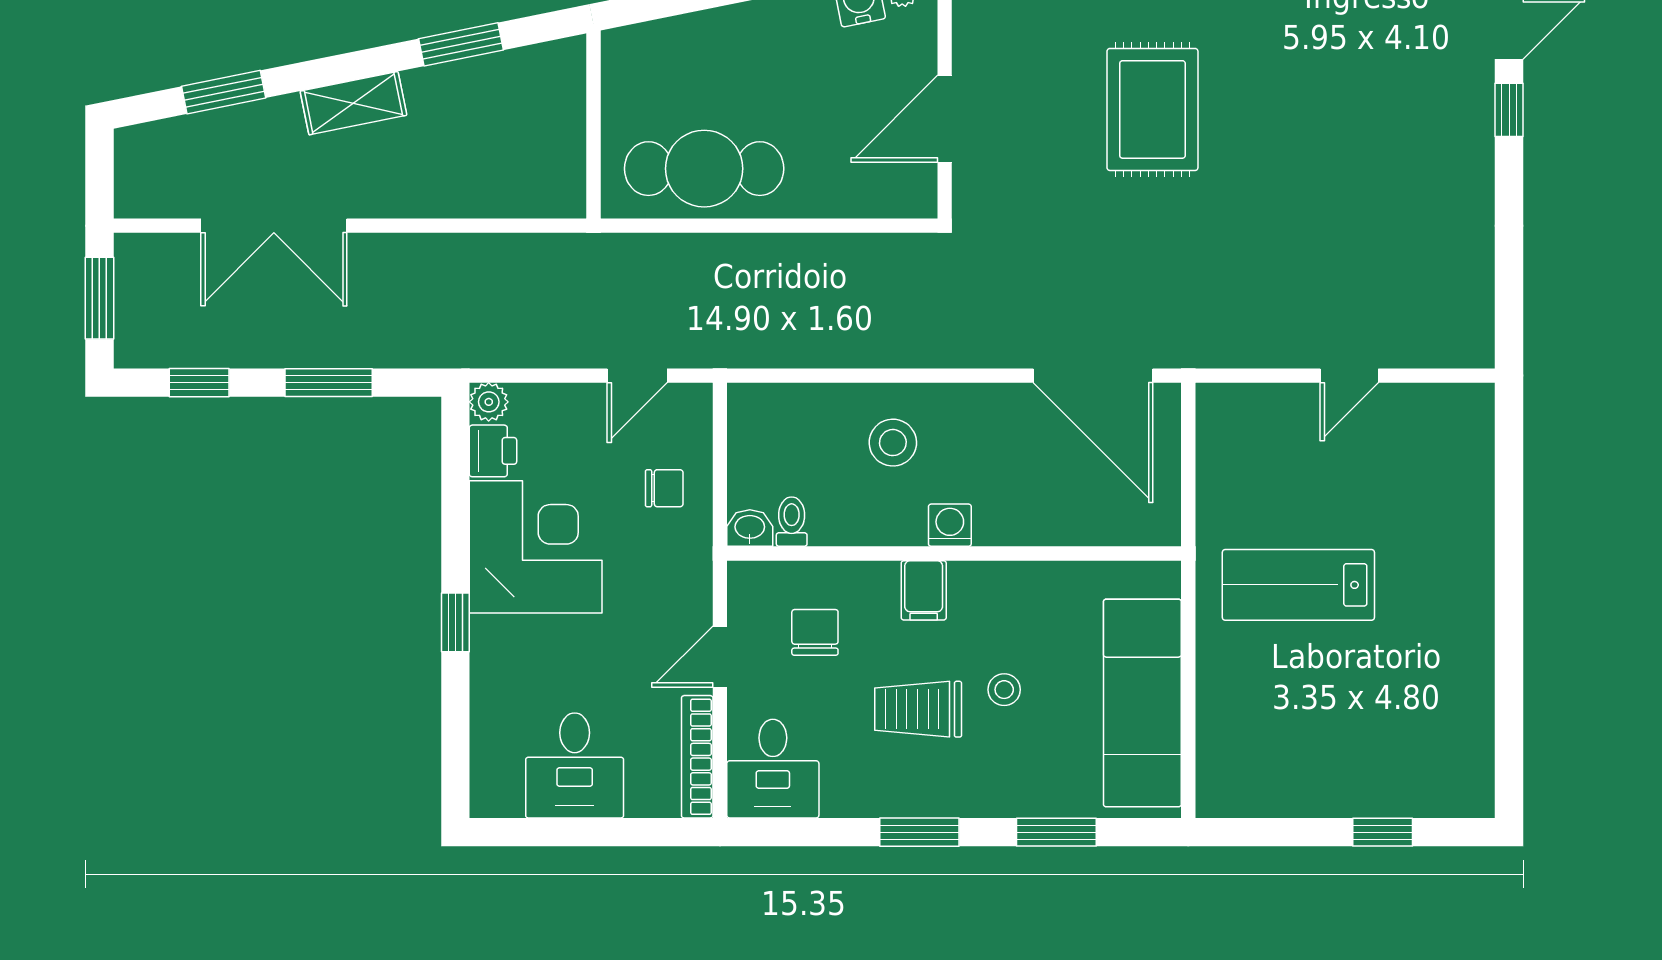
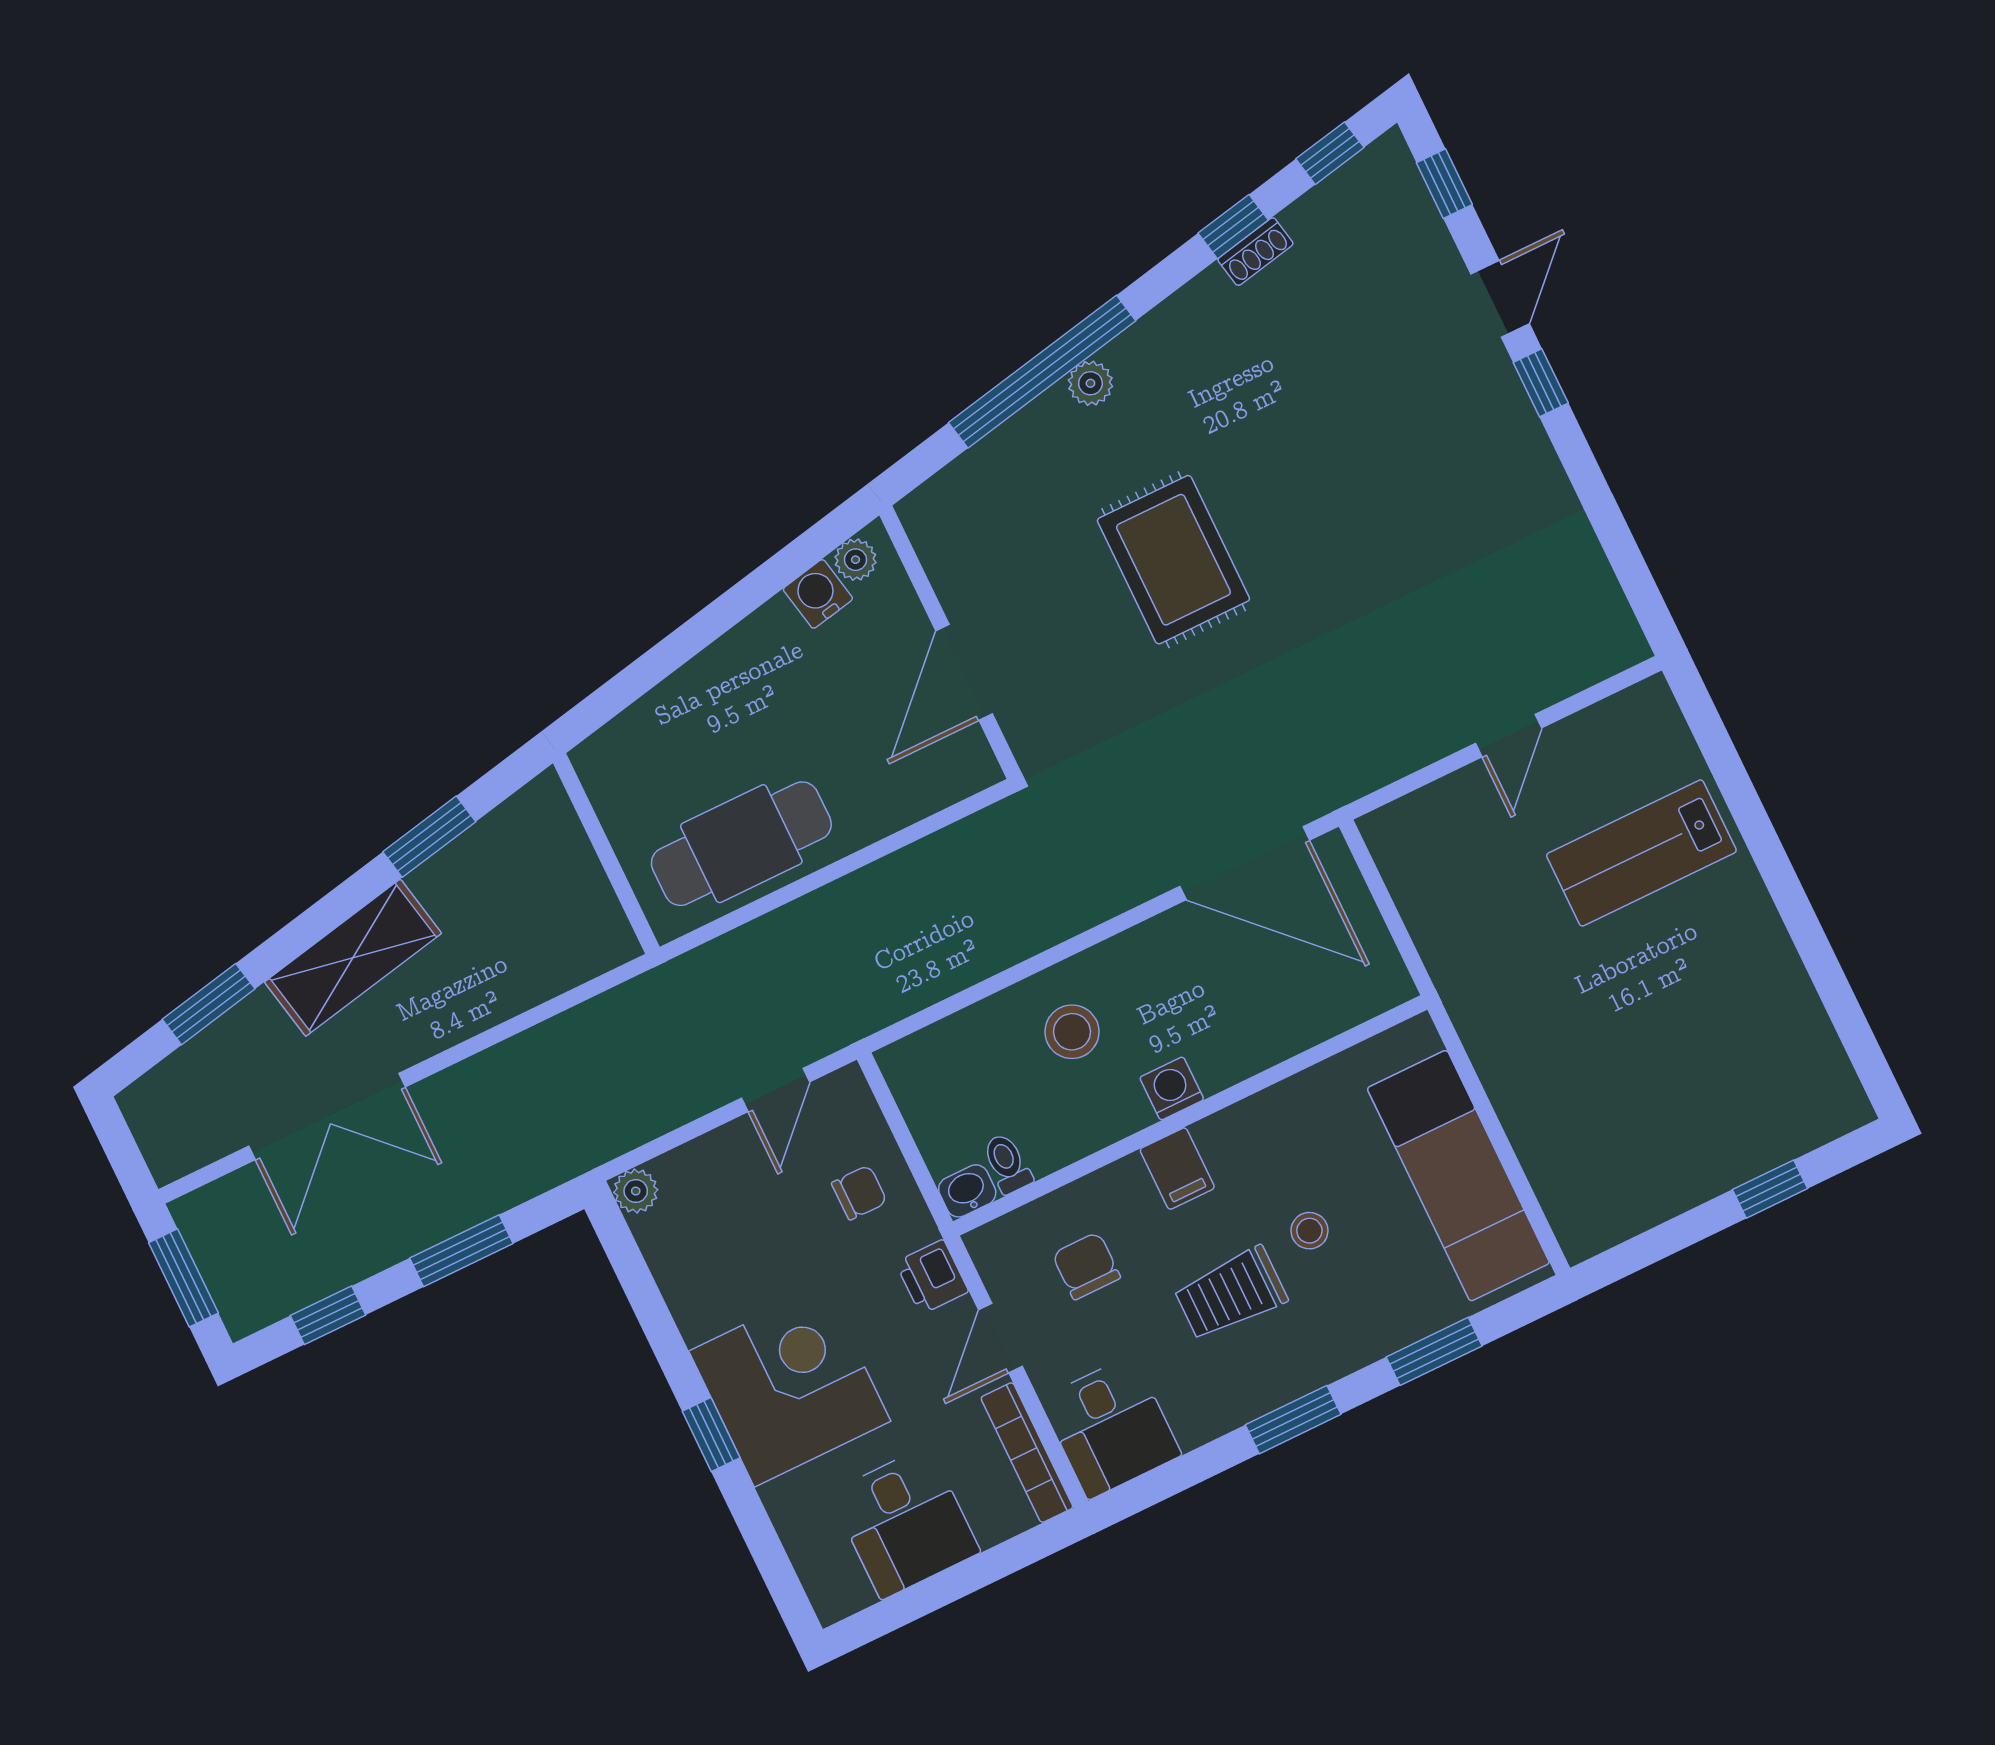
shelving: (353, 103) -> (353, 958), width x1.50, depth x1.33
printer: (493, 451) -> (932, 1277), moved, turned 180
corner desk: (536, 547) -> (790, 1386), moved
lab bench: (1298, 585) -> (1641, 853), moved

